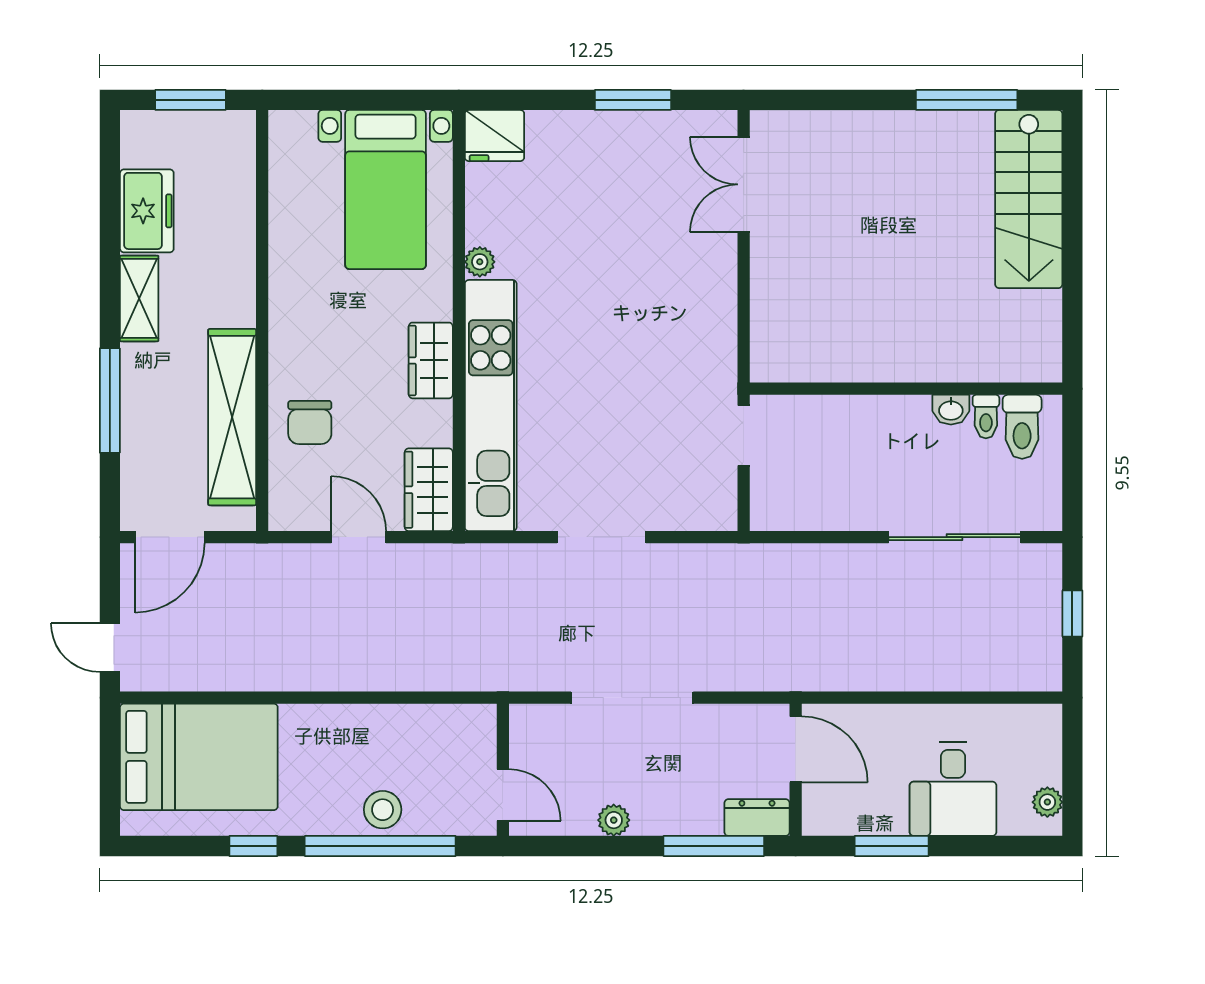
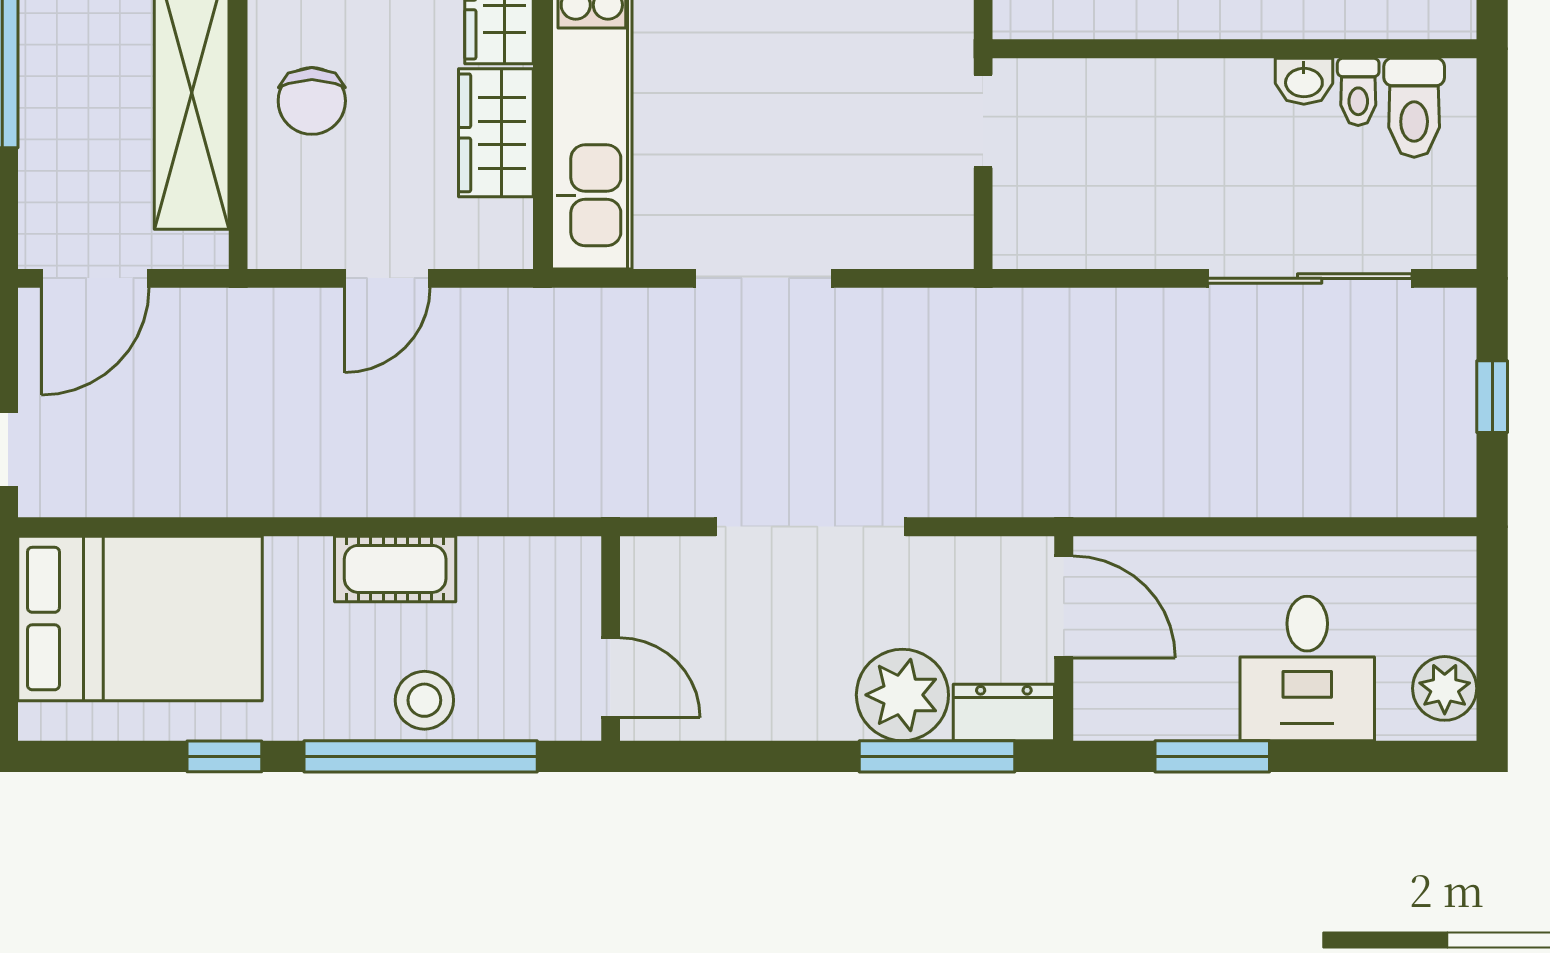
wardrobe: (429, 490) -> (496, 133), moved
door: (359, 537) -> (387, 278), swing flipped
cot: (364, 725) -> (395, 569), added
plant: (1047, 802) -> (1445, 688), width x1.38, depth x1.38
plant: (614, 820) -> (902, 695), moved, width x1.88, depth x1.88

